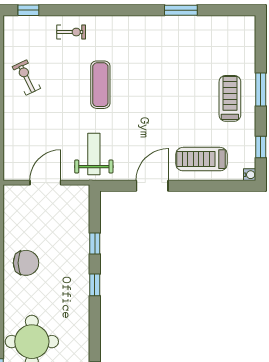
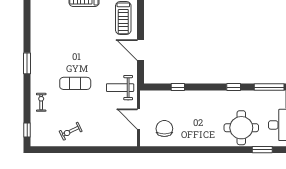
window: (181, 10) -> (27, 63), moved
chair: (26, 263) -> (164, 129), moved
window: (95, 285) -> (234, 87), moved

